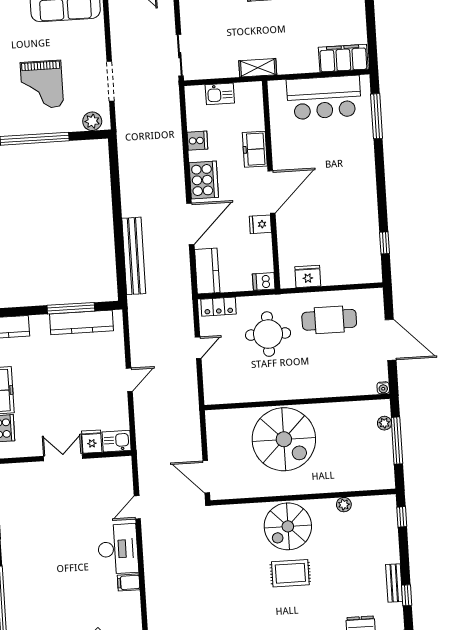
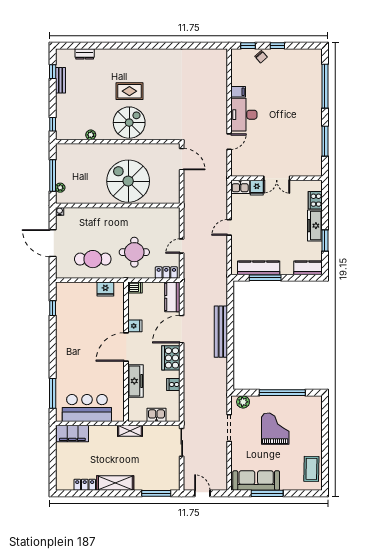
freezer: (255, 149) -> (135, 381), width x1.40
bench: (134, 256) -> (221, 332), moved

